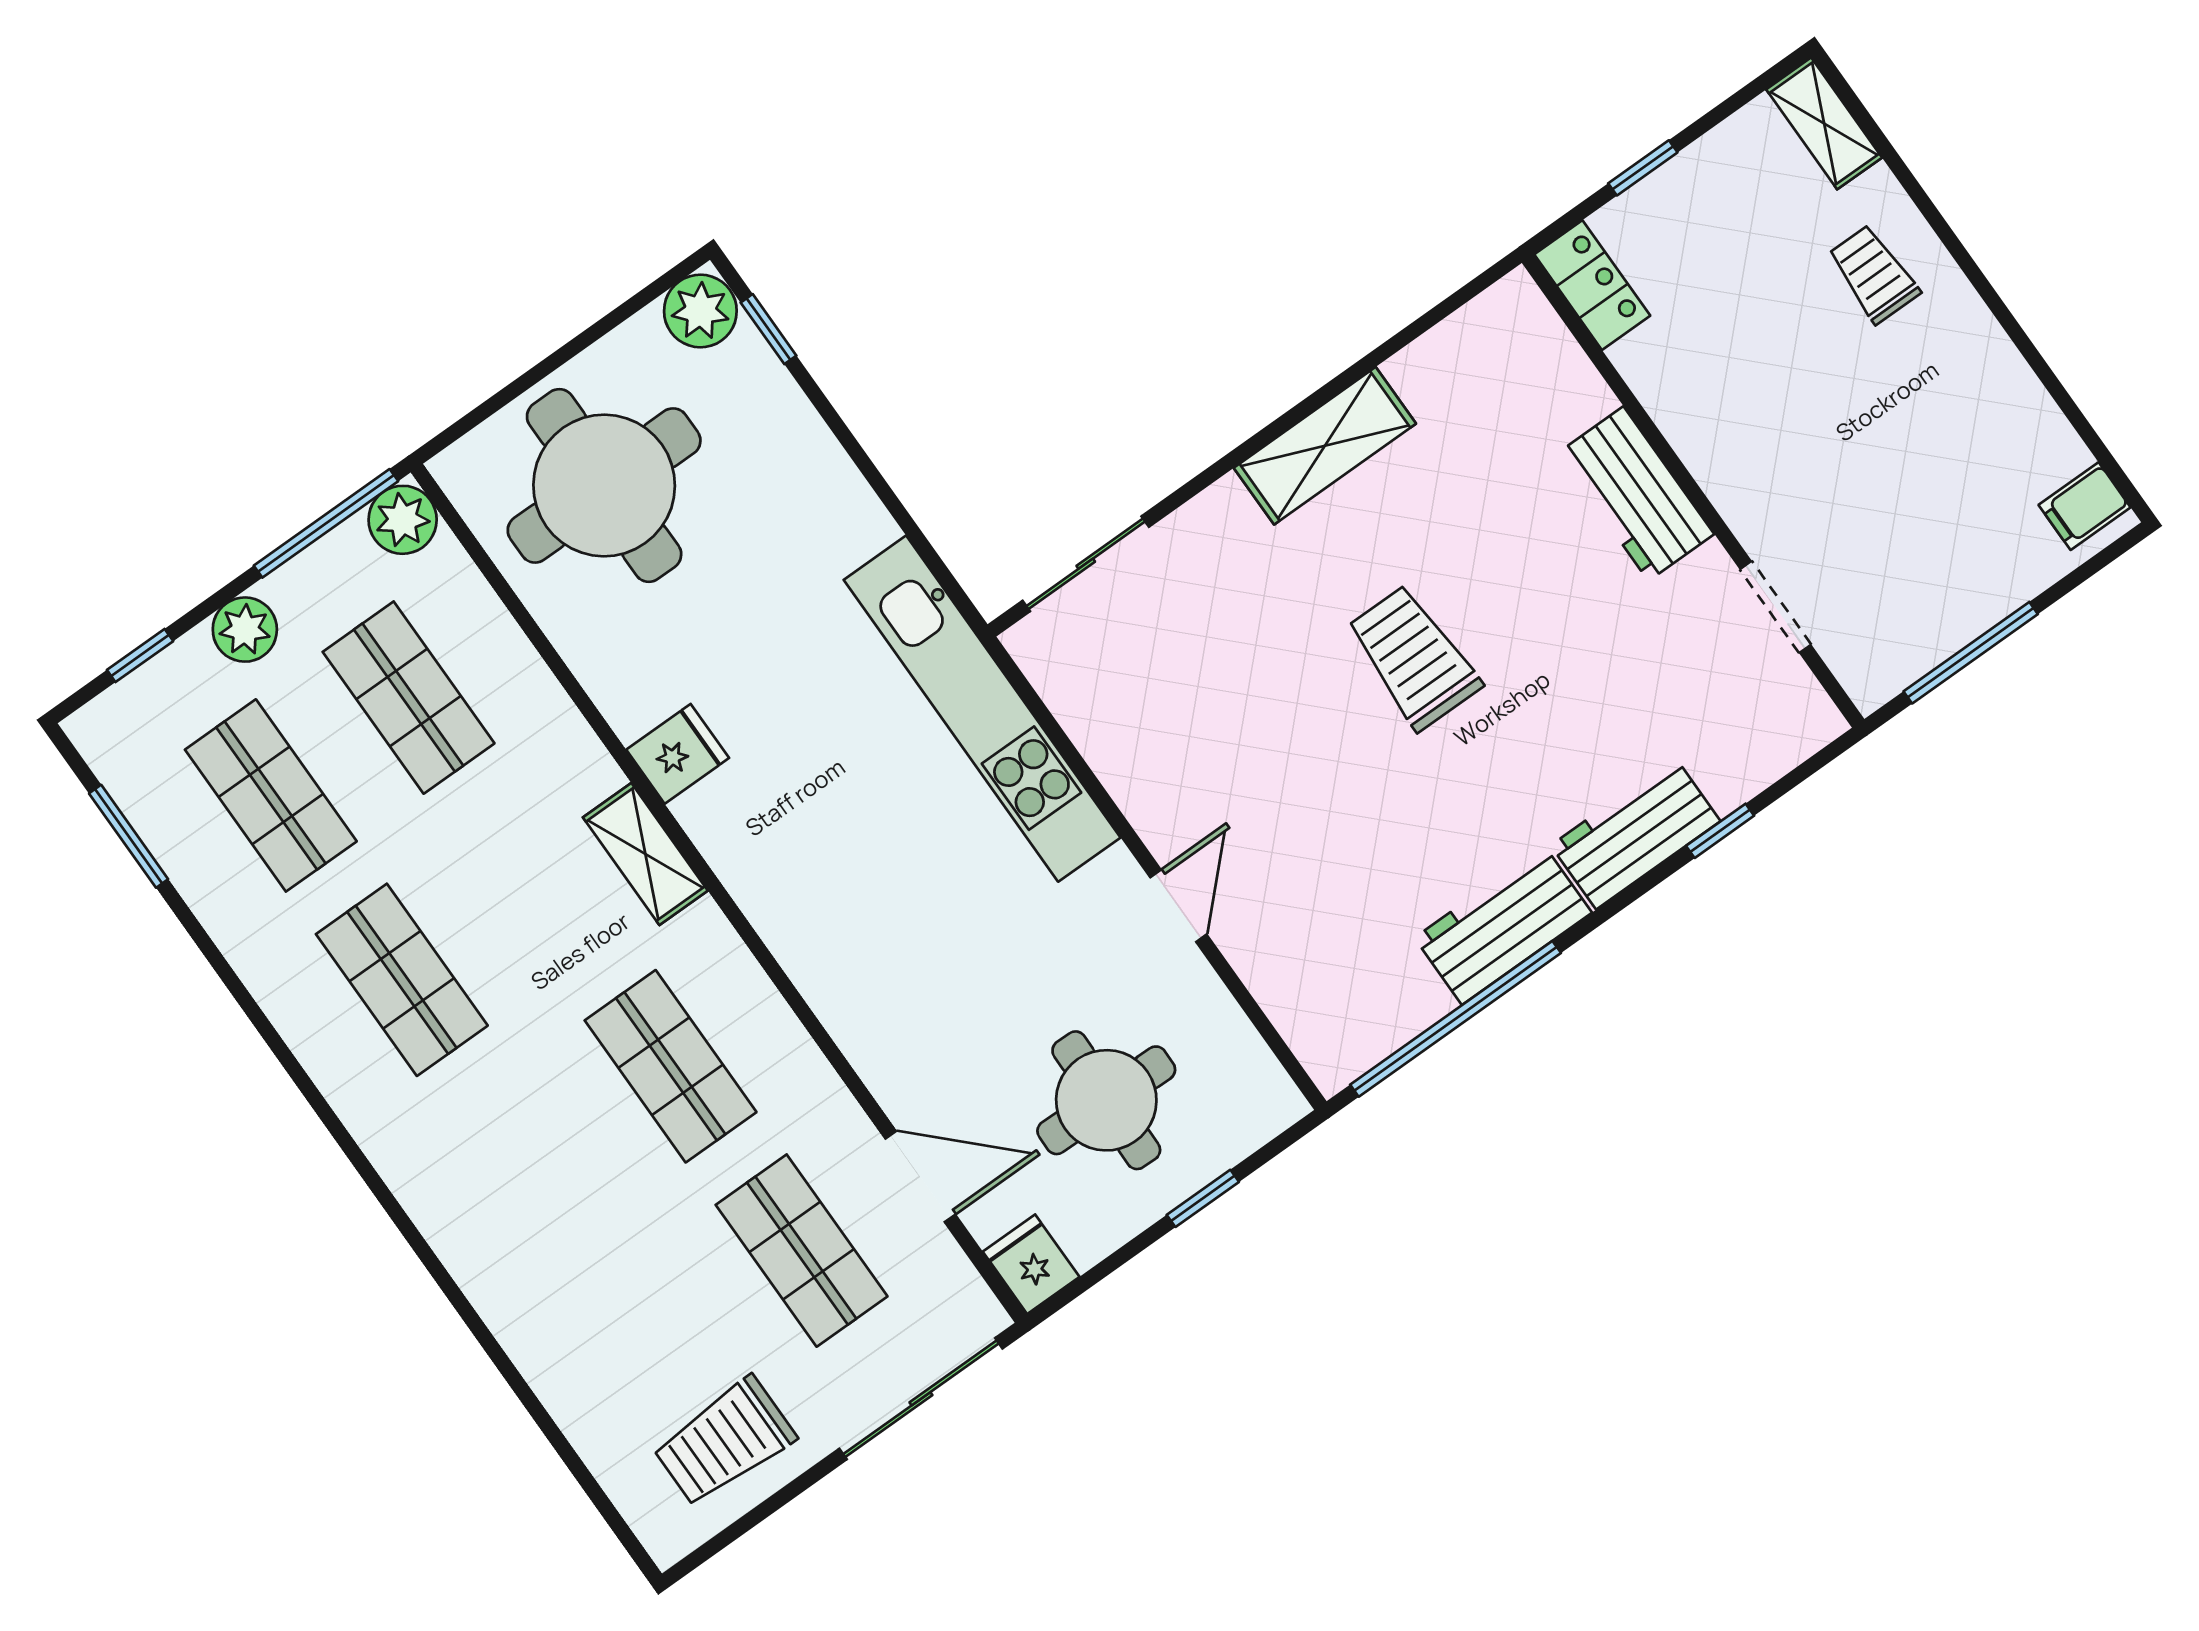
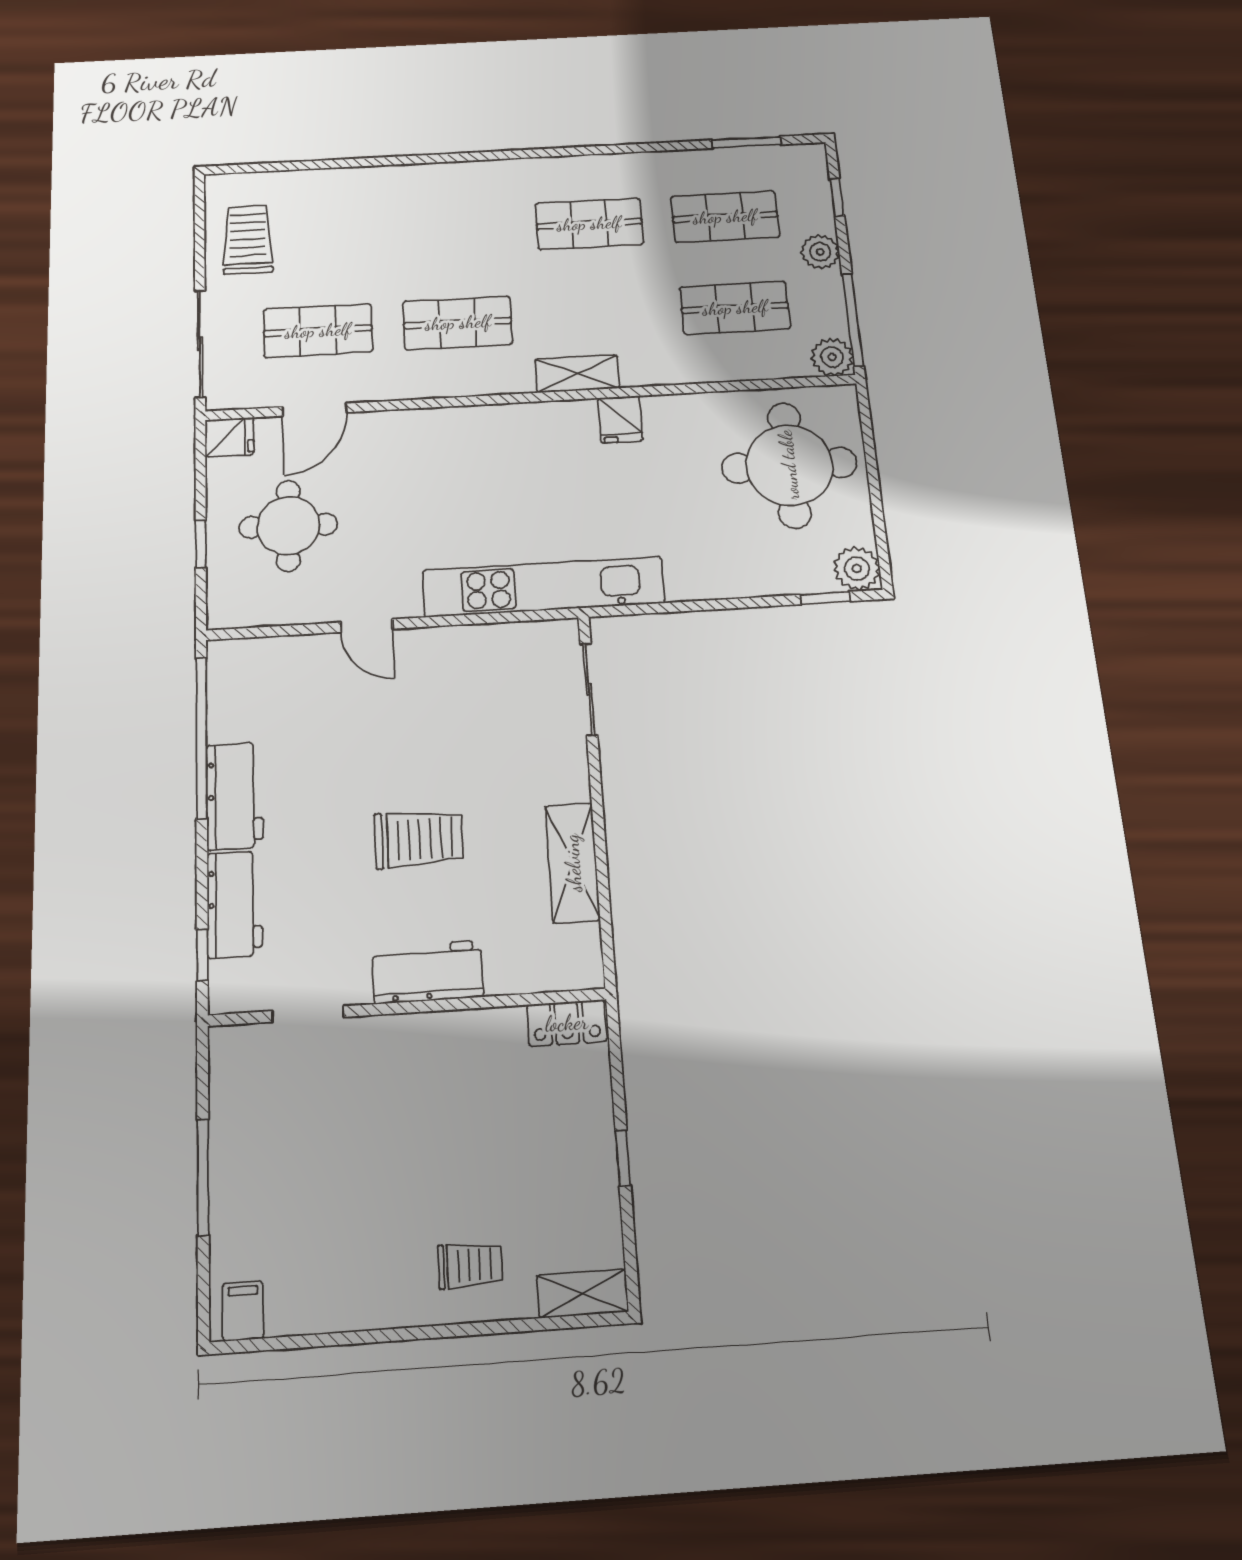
locker: (1592, 285) -> (567, 1023), moved
wall: (1693, 491) -> (407, 1007), moved
workbench: (1636, 494) -> (428, 972), moved
doorway: (1775, 607) -> (308, 1014), moved

